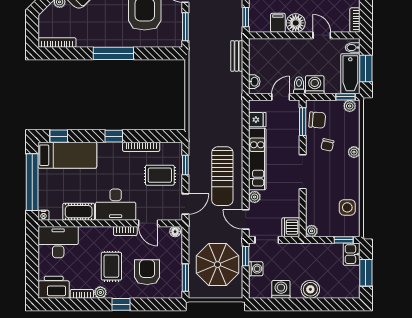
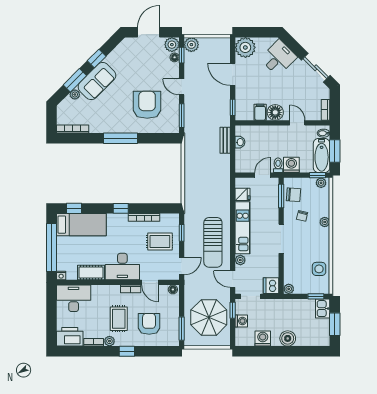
washbasin: (254, 82) -> (240, 142), moved

